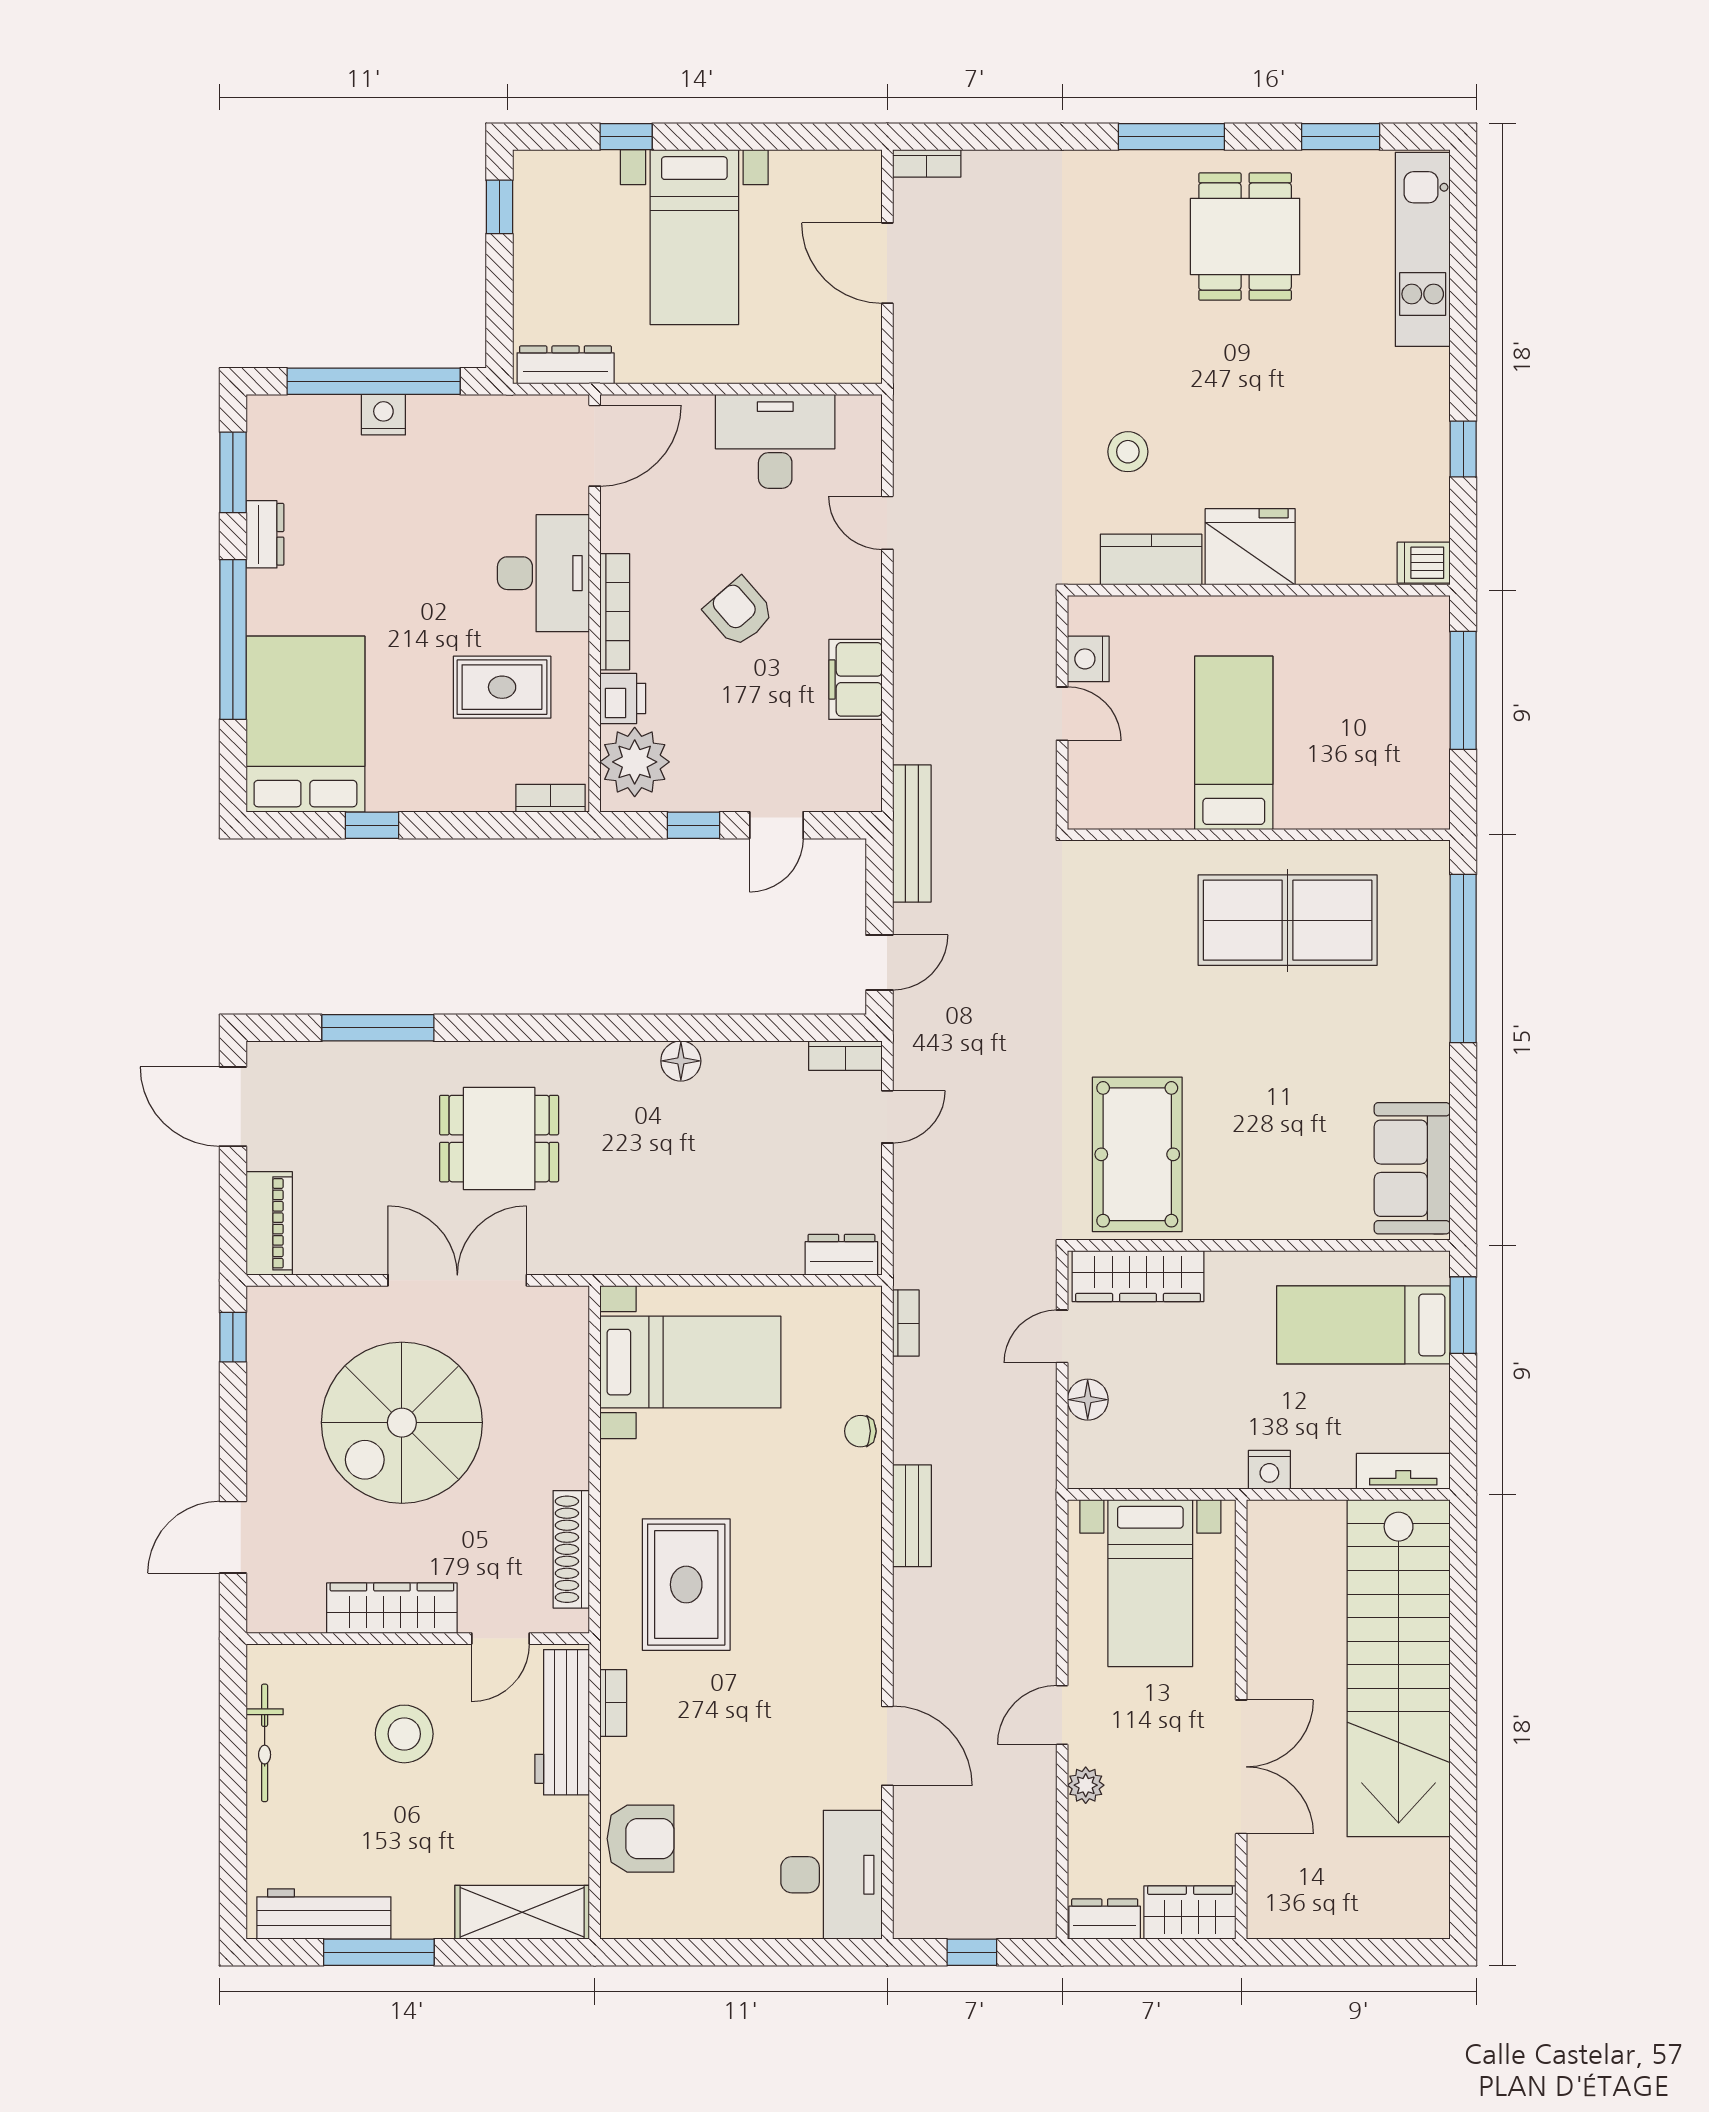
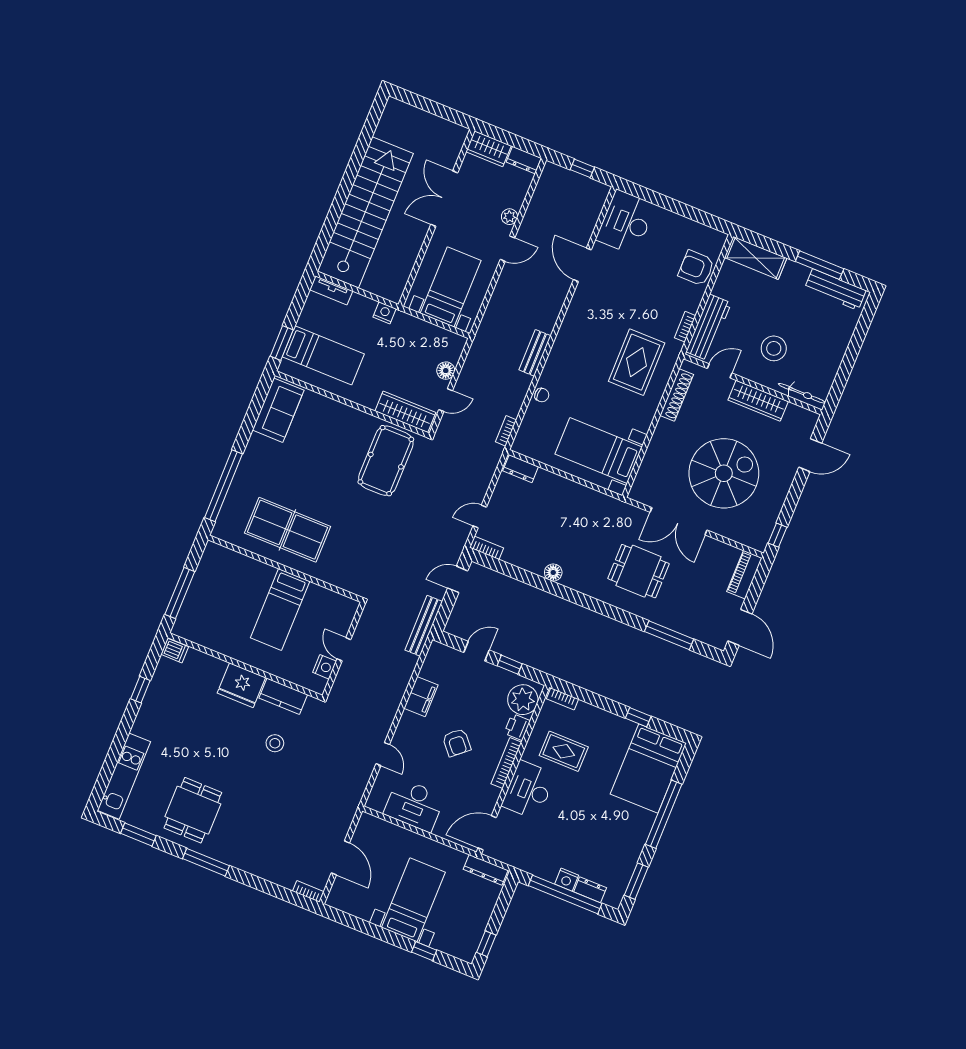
dresser: (265, 534) -> (590, 890), moved, turned 90
bicycle: (265, 1743) -> (802, 393), moved, turned 90

